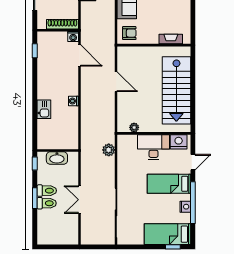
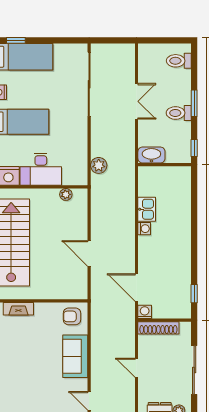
kitchen sink: (44, 109) -> (147, 209), moved, turned 180
washbasin: (57, 158) -> (151, 155), moved
toilet: (47, 203) -> (179, 61), moved

